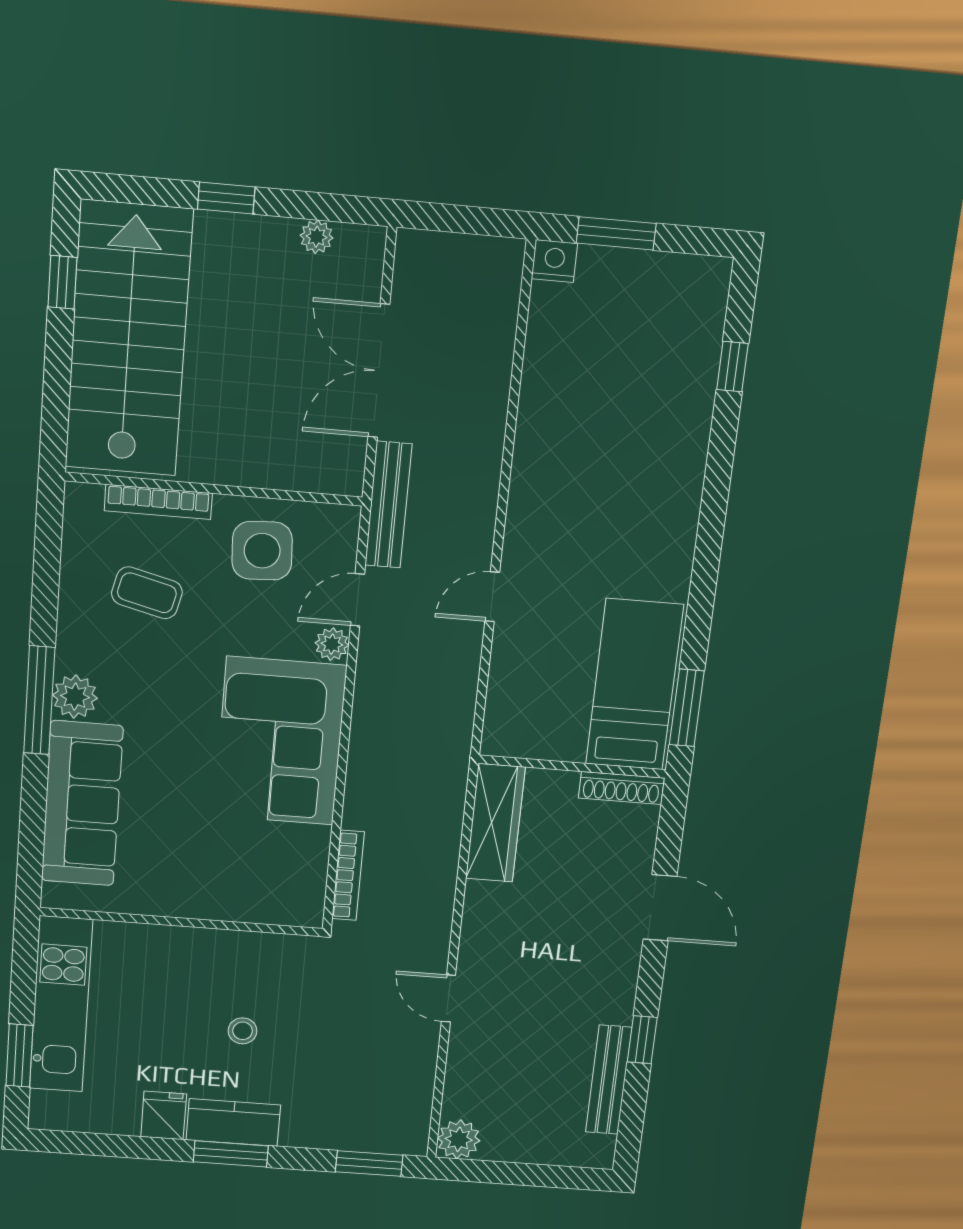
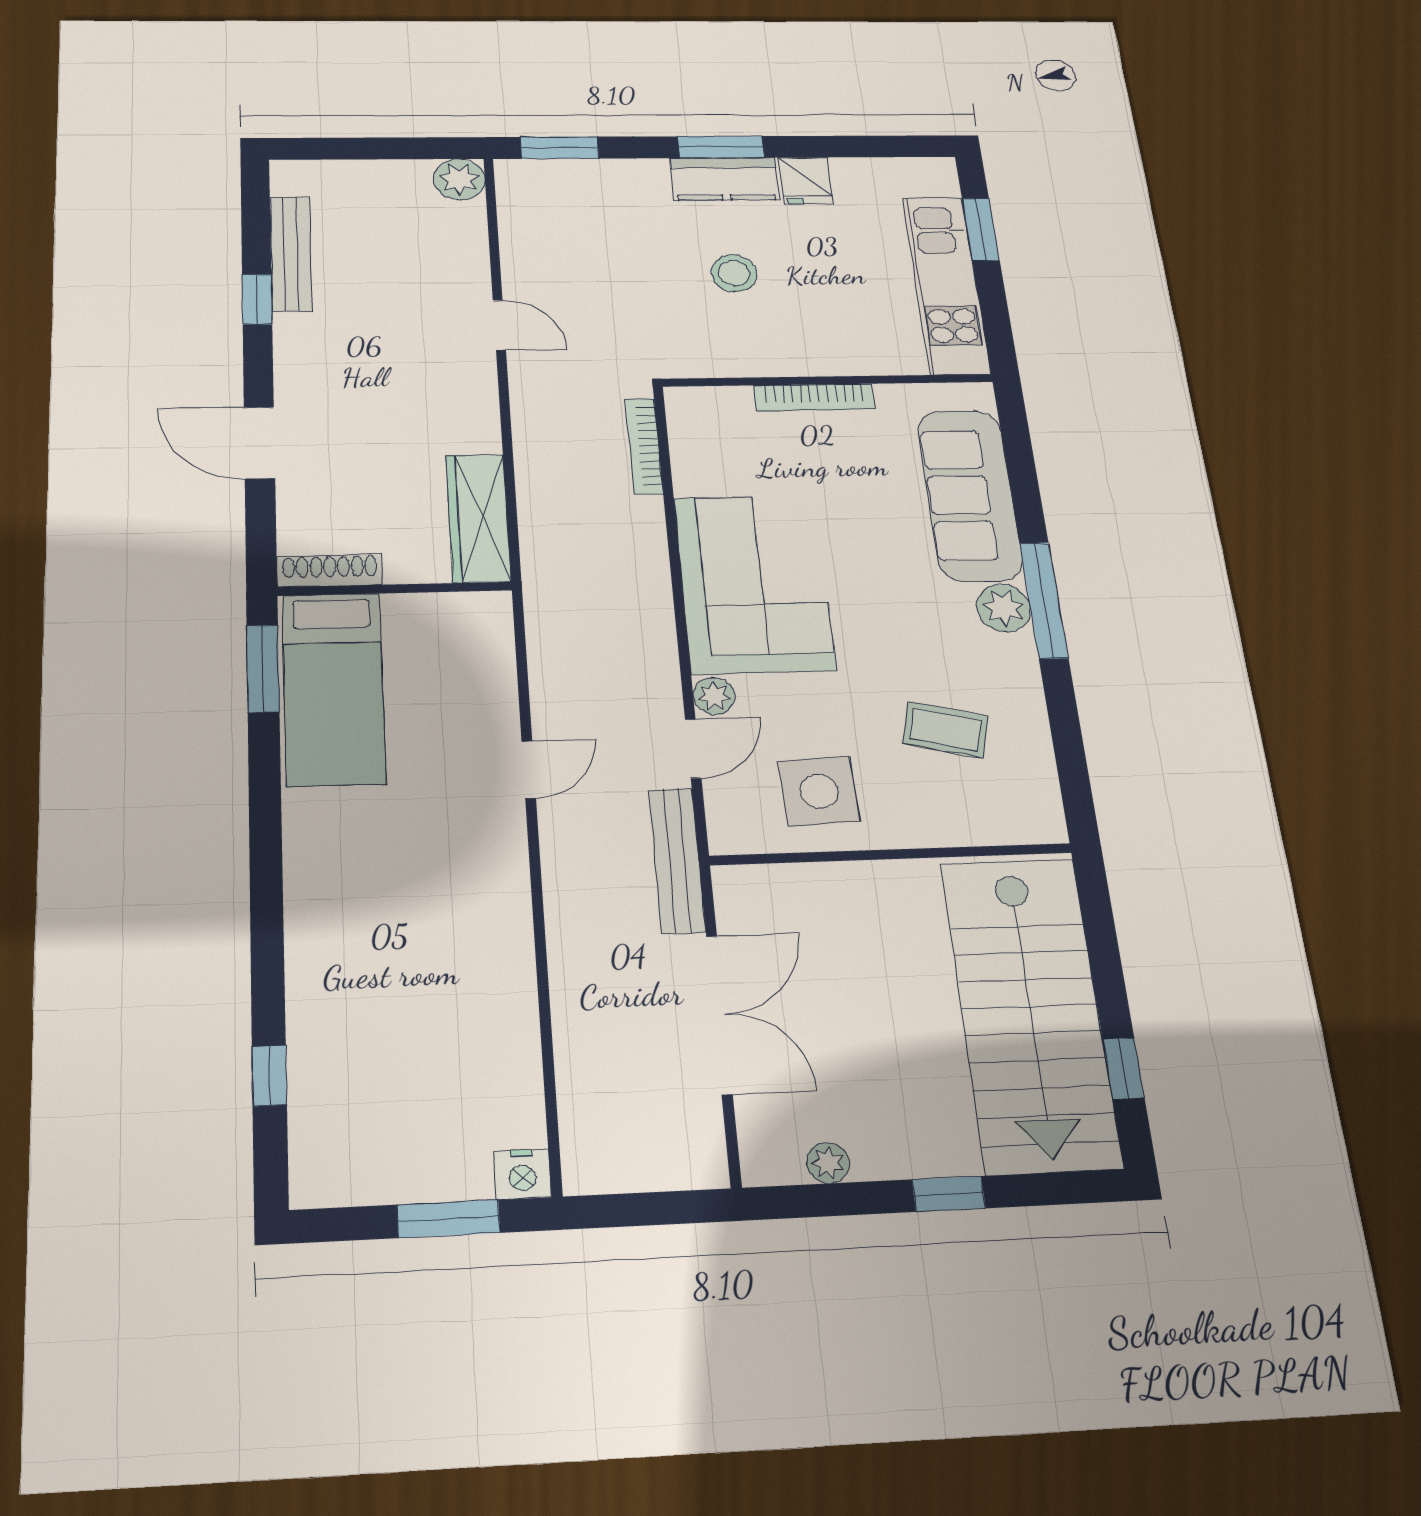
bookcase: (158, 502) -> (814, 397), moved, turned 180
stool: (243, 1031) -> (734, 273), width x1.37, depth x1.37

